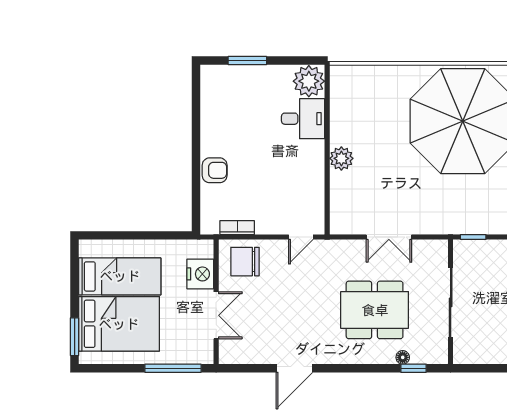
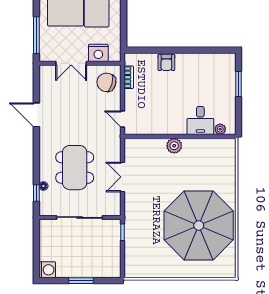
plant: (309, 81) -> (220, 129), width x0.53, depth x0.53
chair: (245, 262) -> (106, 82), turned -74

